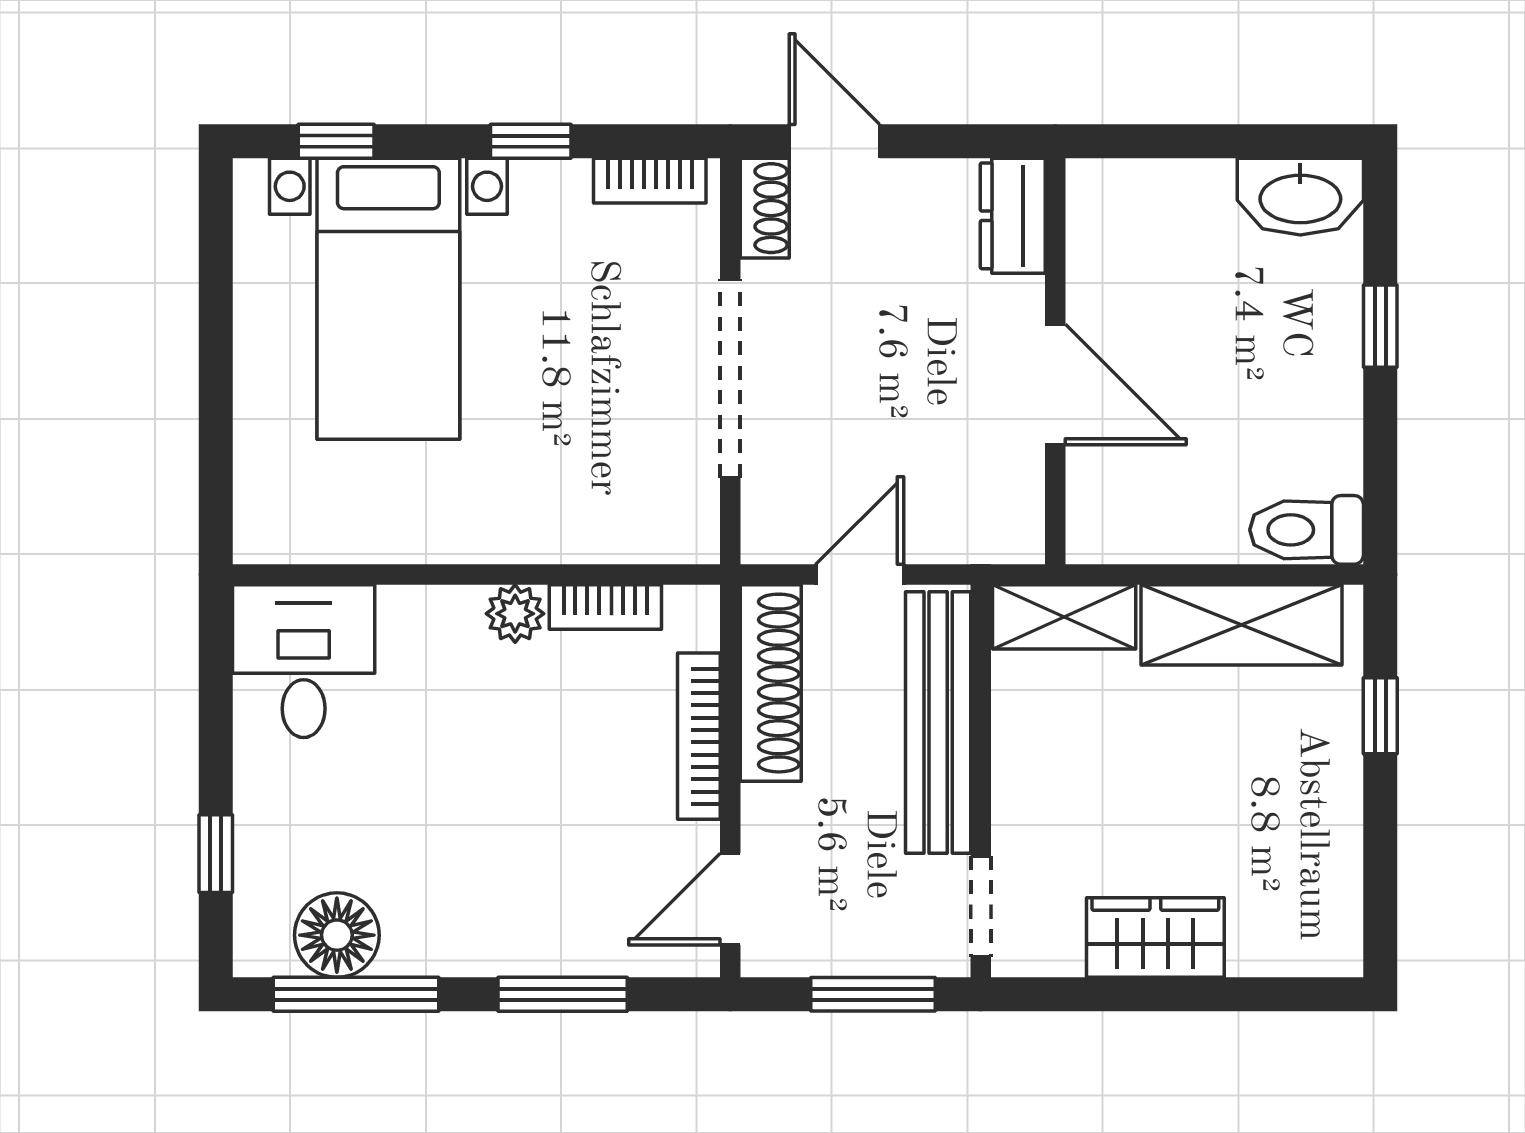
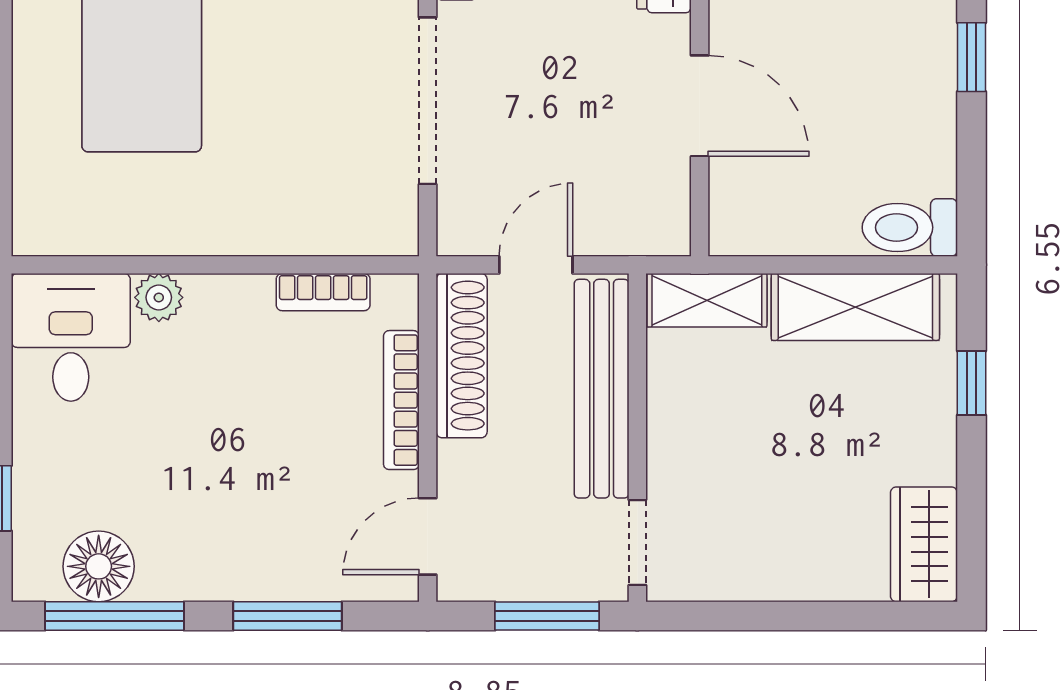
plant: (515, 614) -> (159, 297), moved
wardrobe: (1155, 938) -> (924, 544), moved, turned -90

